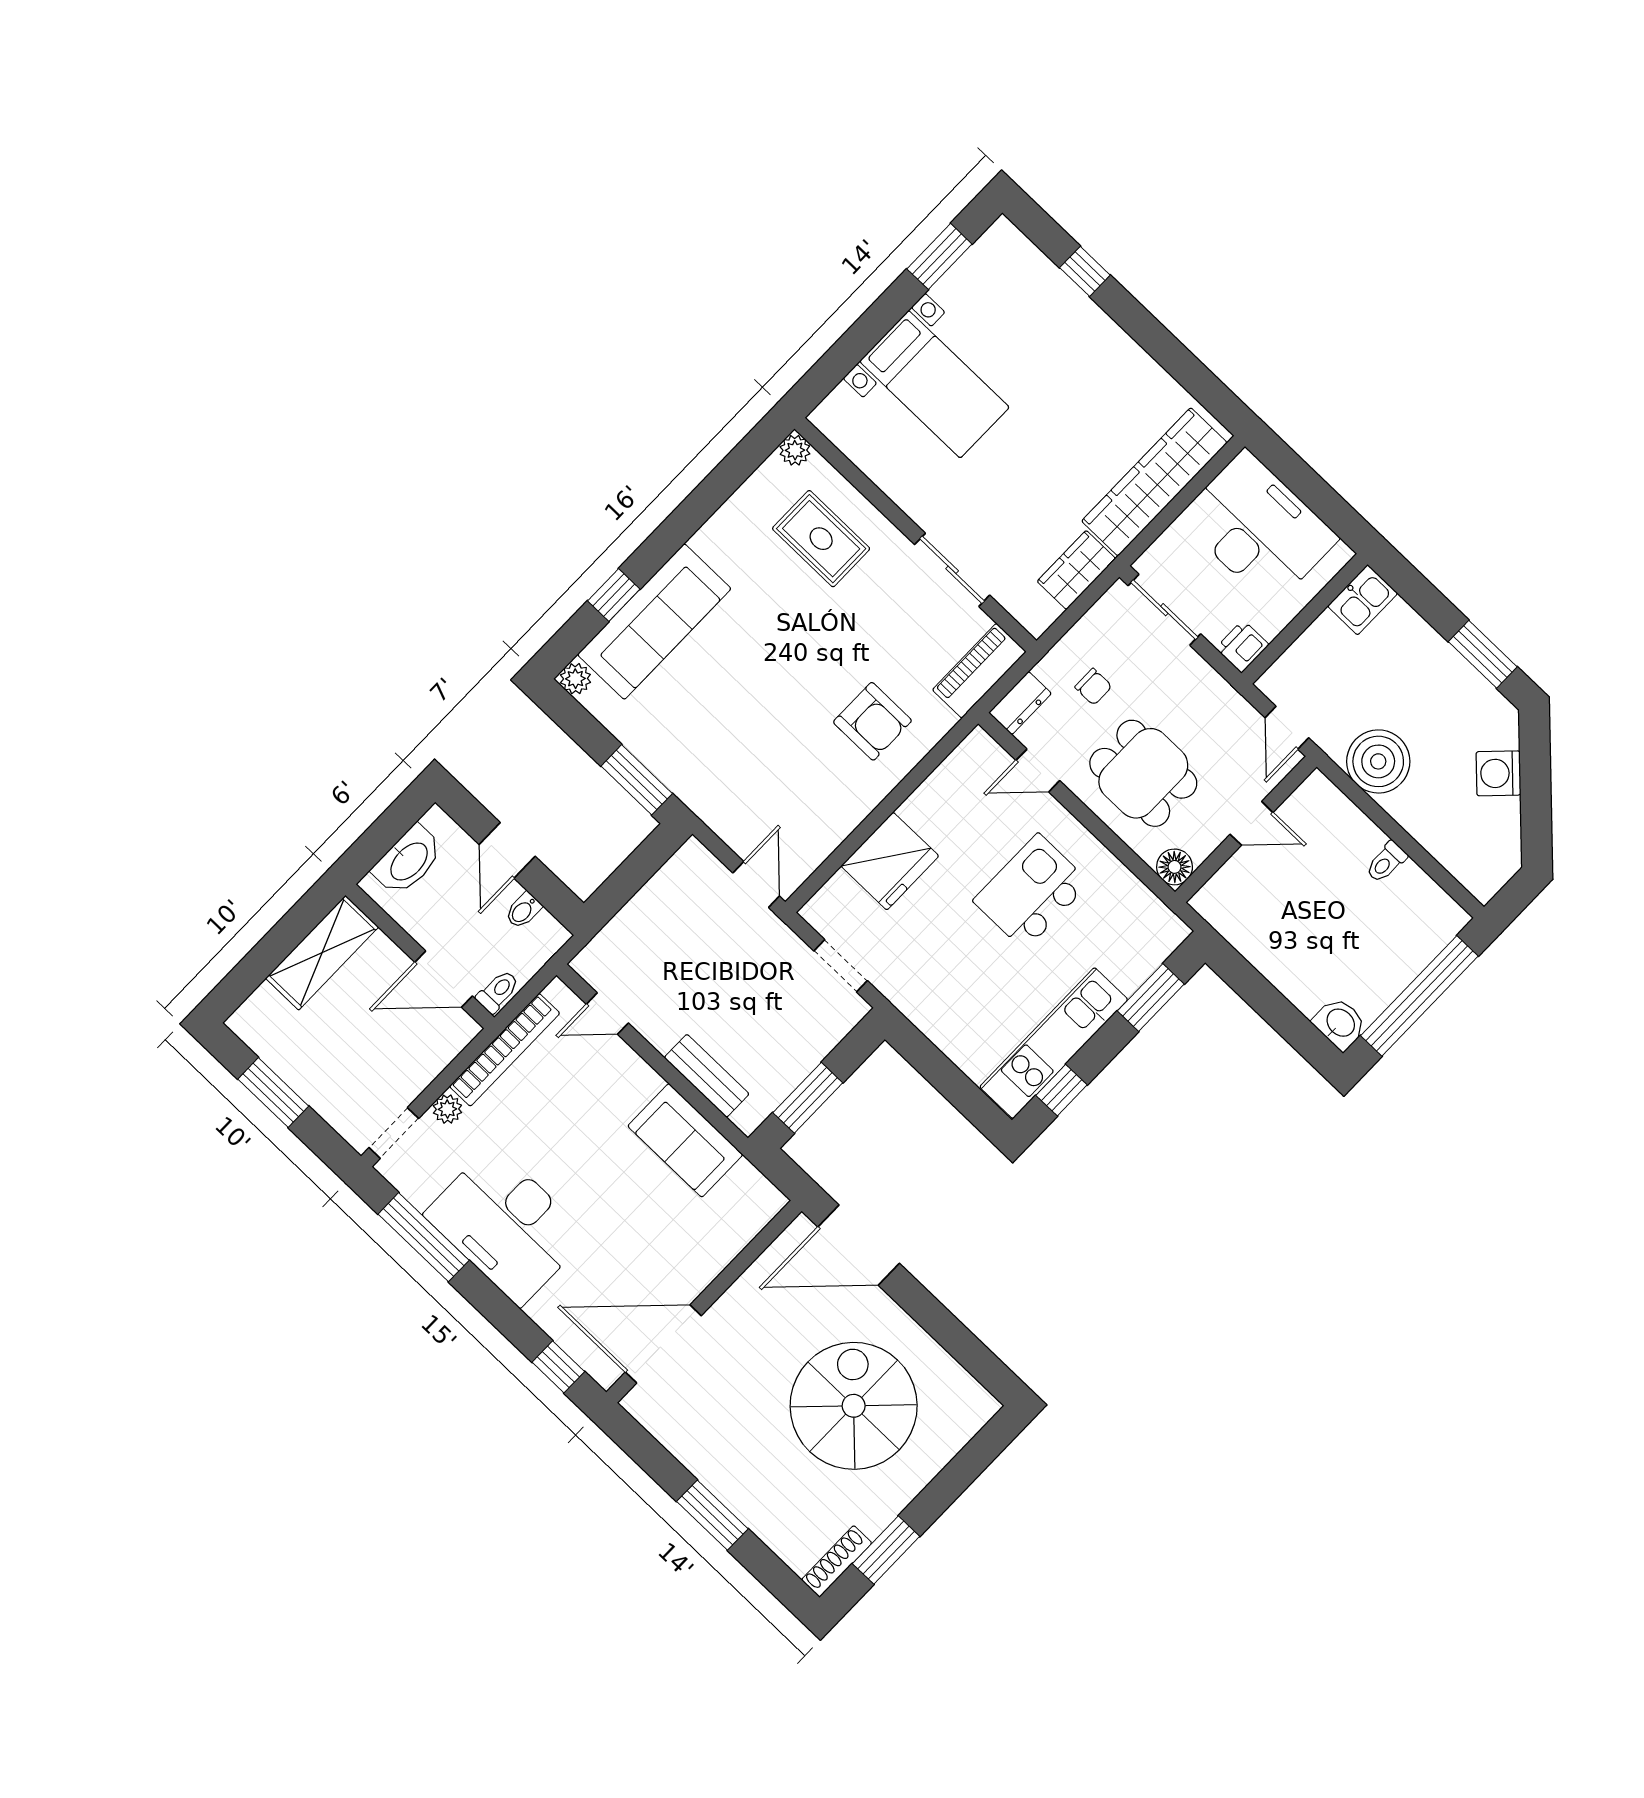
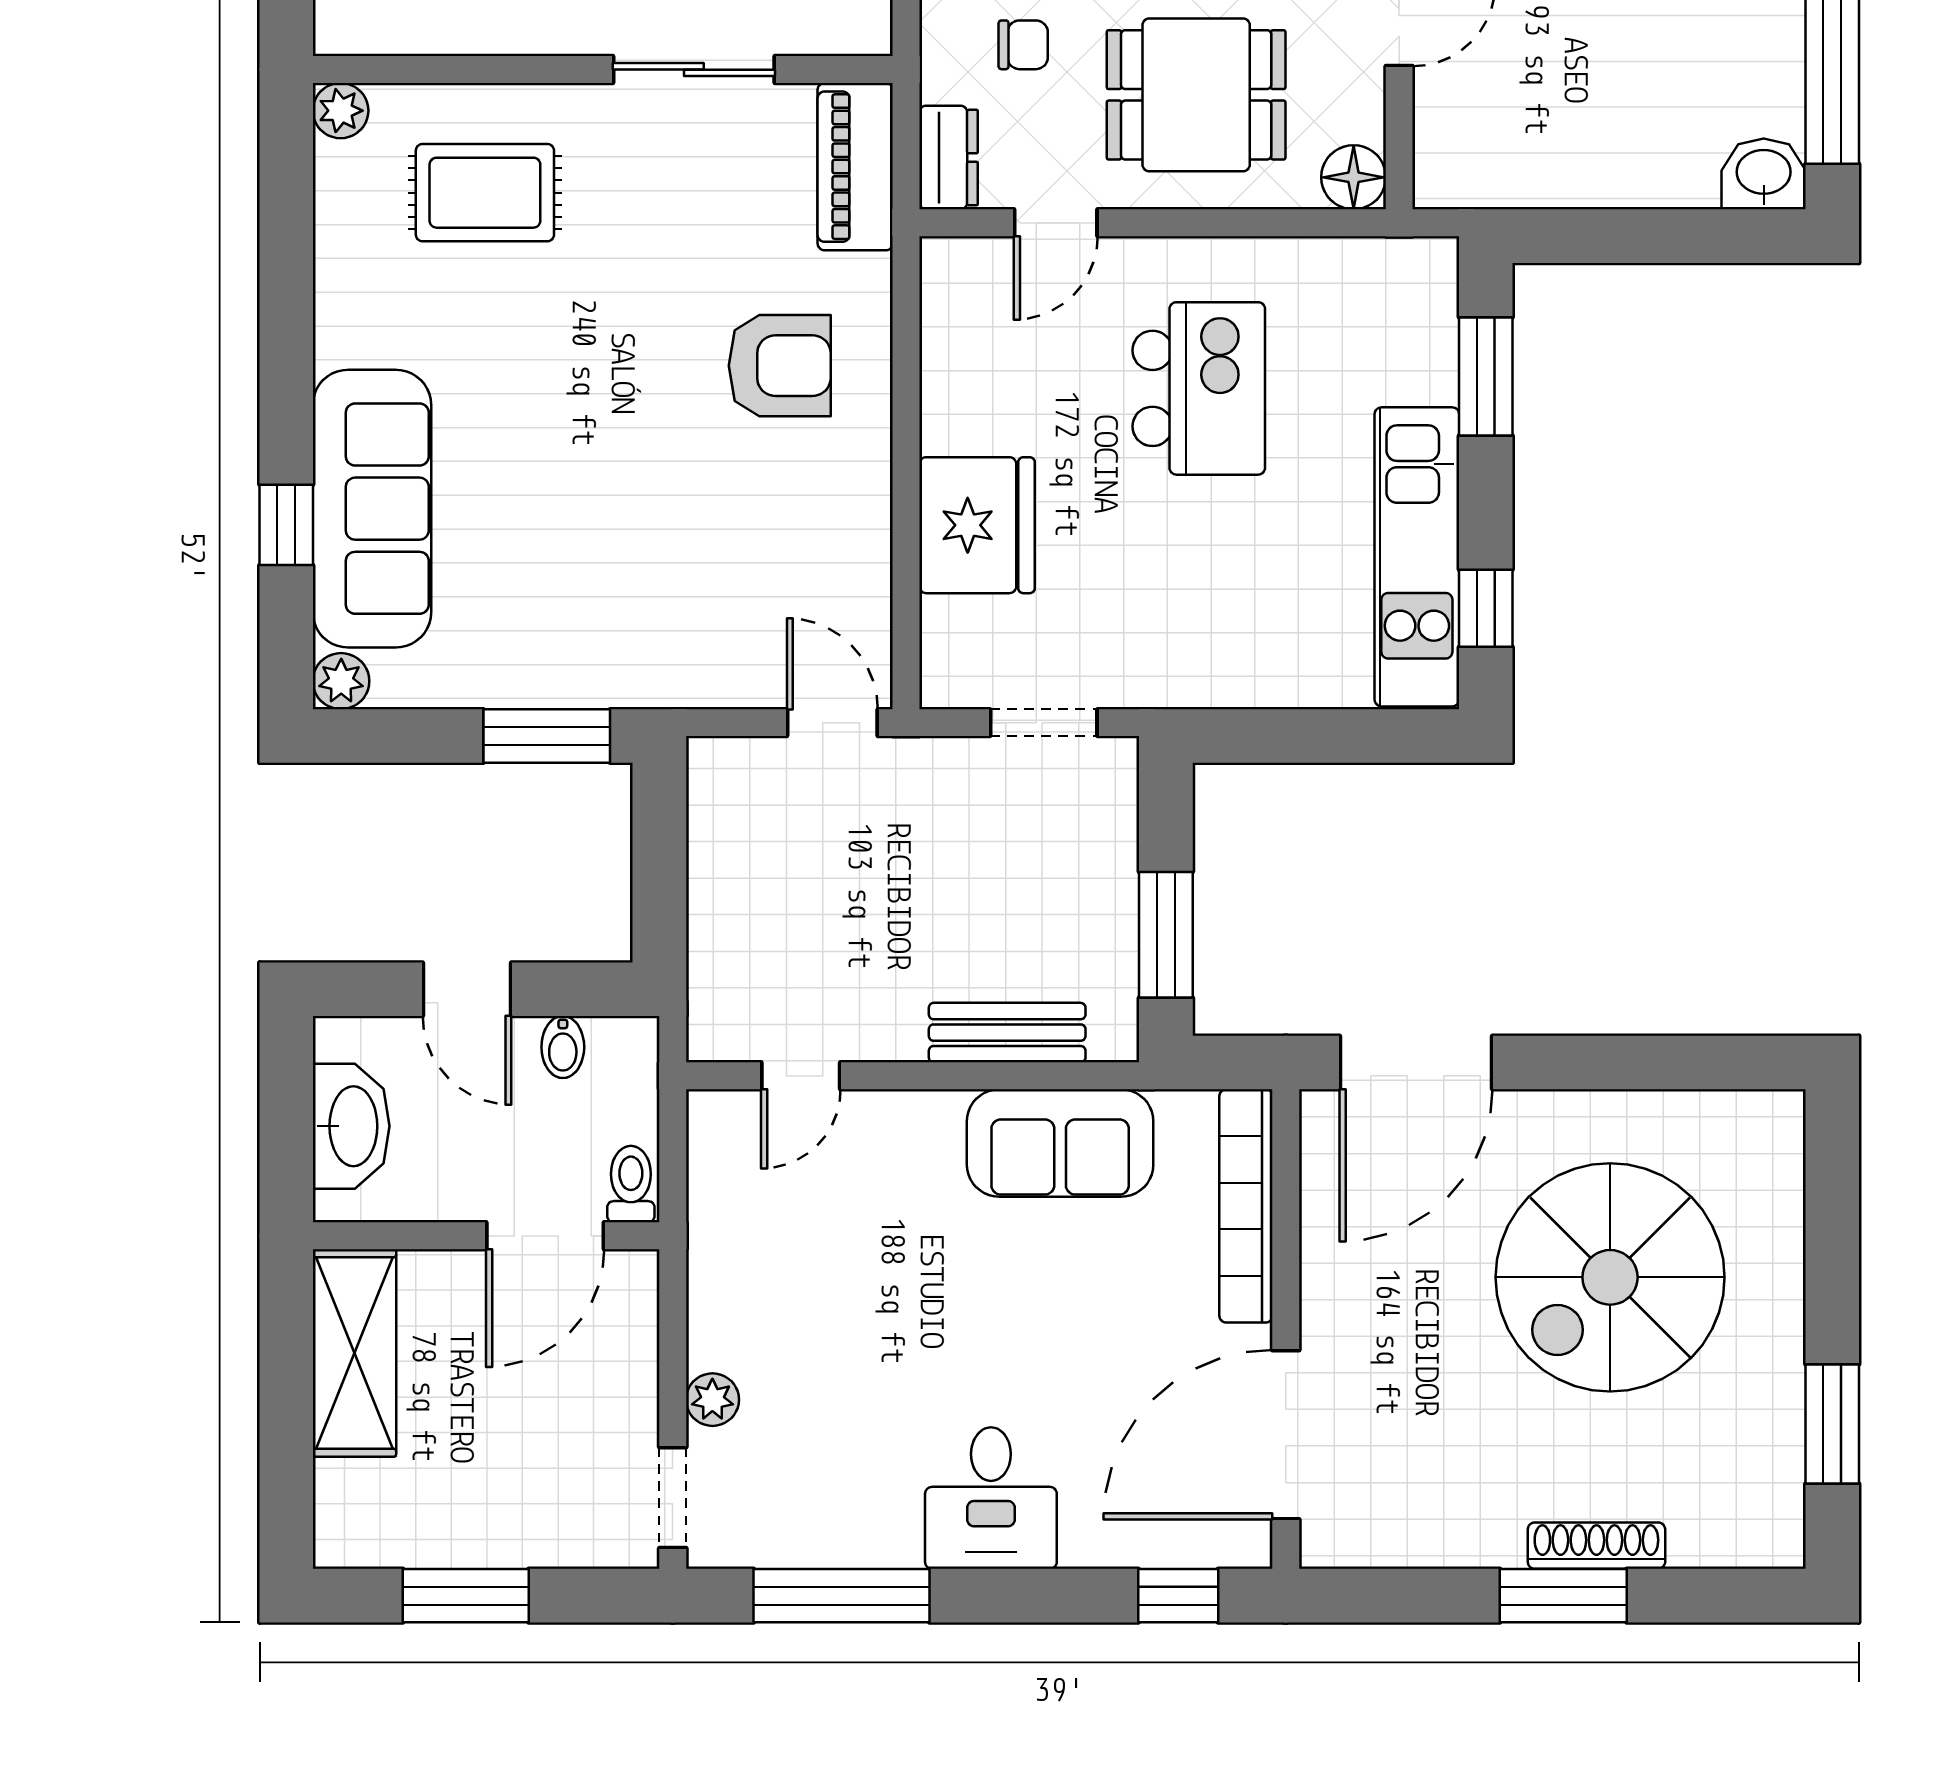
kitchen island: (1031, 892) -> (1199, 388), turned 180
bookcase: (505, 1050) -> (1246, 1206), moved, turned 180
desk: (506, 1225) -> (991, 1498), width x0.53, depth x0.77
spiral stairs: (854, 1406) -> (1610, 1277), turned -90
shoe rack: (837, 1561) -> (1596, 1546), moved, turned 90

